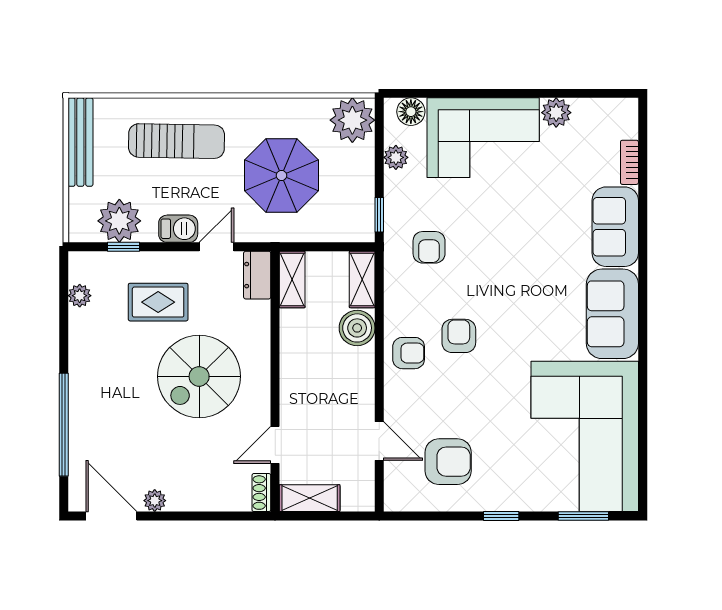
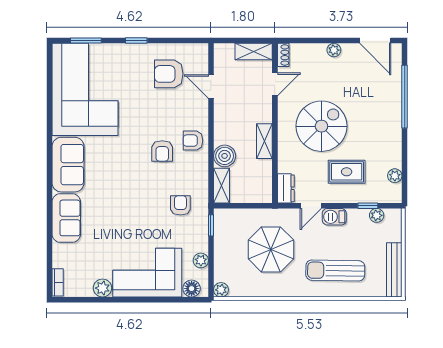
plant: (352, 120) -> (221, 290), width x0.53, depth x0.53
bookcase: (629, 162) -> (58, 282), moved
plant: (119, 221) -> (377, 215), width x0.53, depth x0.53
shelving: (292, 280) -> (264, 141), moved
plant: (155, 501) -> (334, 50), moved

